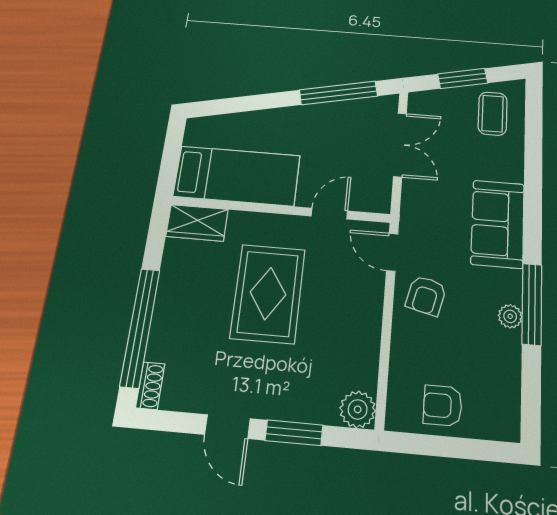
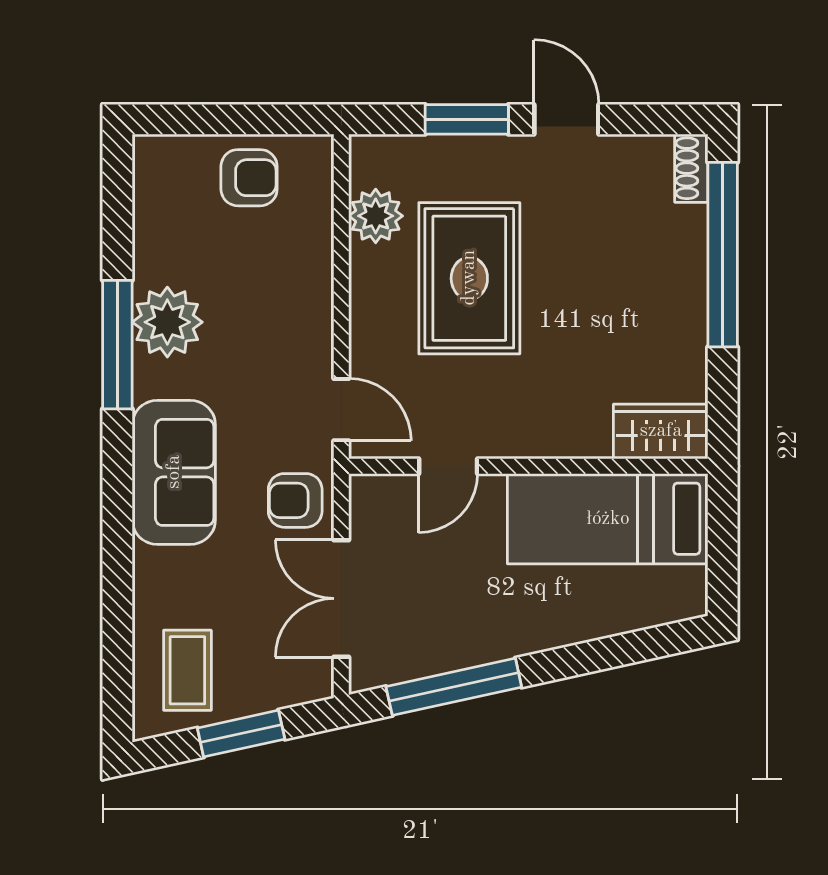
rug: (268, 293) -> (469, 278), moved
armchair: (426, 296) -> (295, 500), moved, turned -104
plant: (510, 316) -> (167, 322), width x1.87, depth x1.87
plant: (358, 409) -> (376, 216), moved

